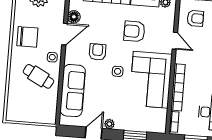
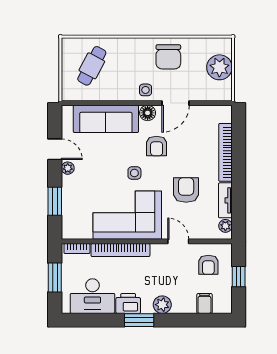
floor lamp: (74, 17) -> (148, 113), moved
door: (65, 34) -> (175, 103), hinge flipped
door: (175, 41) -> (178, 241), swing flipped
armchair: (98, 52) -> (157, 146), turned 90
cafe table: (38, 76) -> (92, 66), moved

